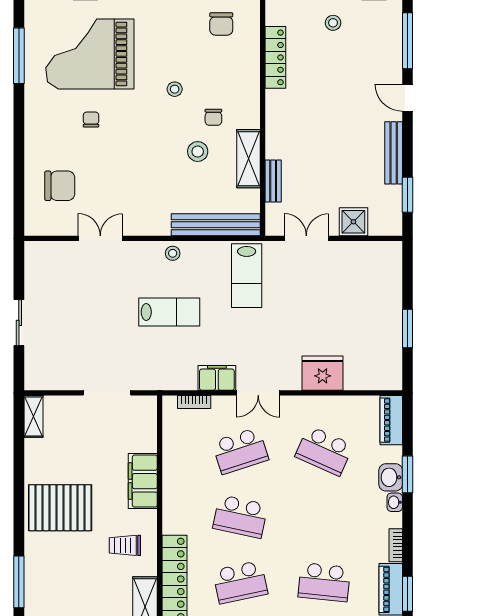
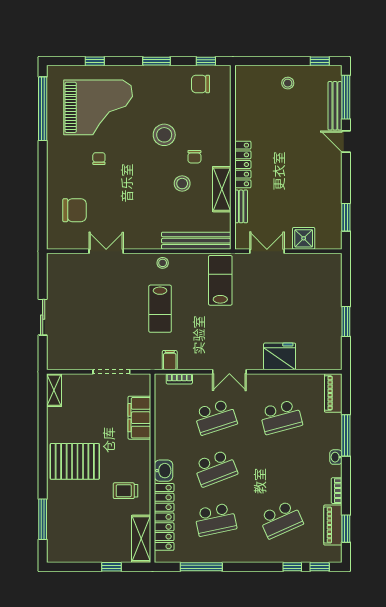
chair: (221, 24) -> (201, 84), turned 90
grand piano: (90, 54) -> (98, 107), turned 180
window: (19, 56) -> (43, 109), width x1.46
locker: (275, 57) -> (243, 164), moved
stool: (175, 89) -> (164, 135), width x1.89, depth x1.89
bench: (394, 153) -> (335, 106), moved
lab bench: (247, 276) -> (220, 280), turned 180
lab bench: (169, 312) -> (160, 309), turned 90
filing cabinet: (217, 378) -> (170, 360), moved, width x0.50
school desk: (324, 451) -> (281, 417), turned -39
window: (407, 474) -> (346, 435), width x1.44
washbasin: (391, 477) -> (164, 471), moved, turned 180
filing cabinet: (143, 481) -> (139, 418), moved
school desk: (240, 516) -> (215, 468), turned -33
school desk: (324, 582) -> (281, 519), turned -30

